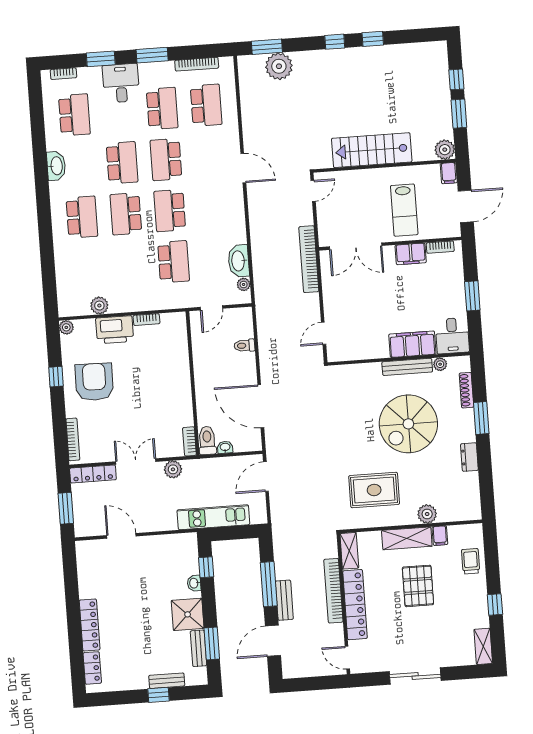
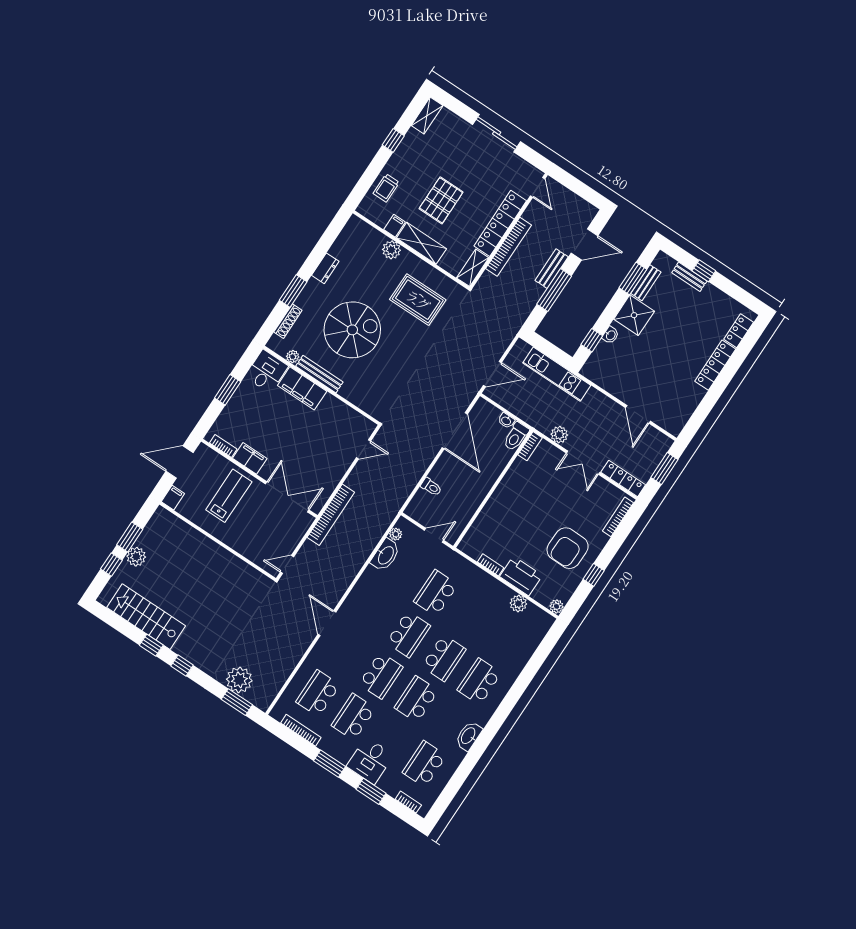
stairs: (372, 150) -> (146, 617), moved, turned 180
plant: (445, 150) -> (136, 557), moved

